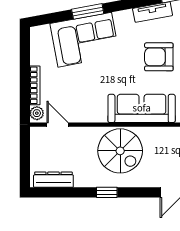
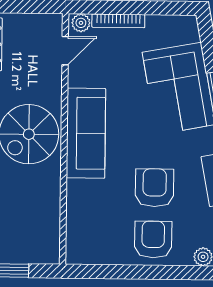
sofa: (142, 108) -> (86, 133), moved

